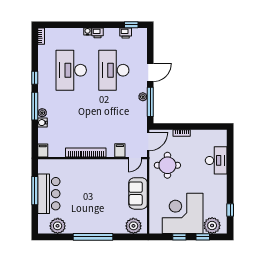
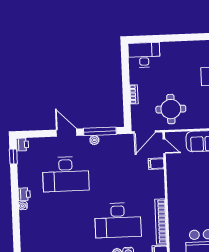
printer: (126, 33) -> (22, 145), moved
desk: (71, 70) -> (118, 220), moved
door: (148, 141) -> (145, 132), swing flipped
bookcase: (86, 152) -> (161, 222), moved
desk: (216, 160) -> (144, 55), moved

